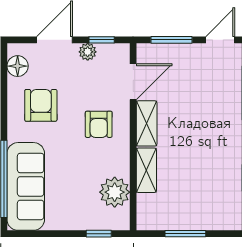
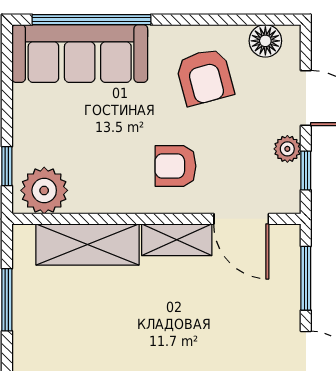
armchair: (41, 105) -> (205, 77), turned 75
shelving: (146, 170) -> (87, 245), width x1.50, depth x1.33
plant: (115, 192) -> (44, 190), moved

